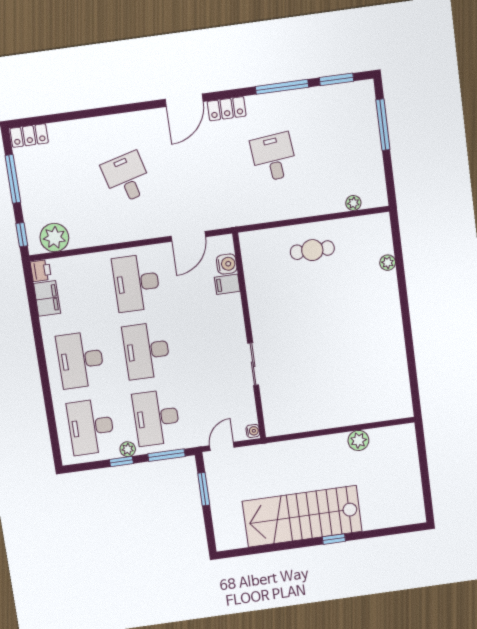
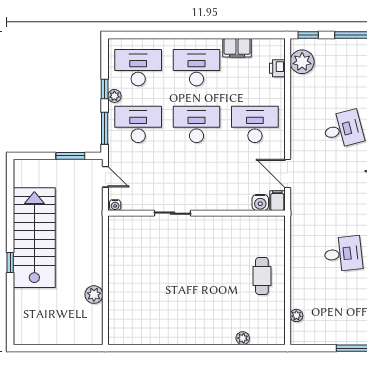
printer: (41, 271) -> (277, 68), moved, turned 90
filing cabinet: (227, 284) -> (277, 201), moved
filing cabinet: (47, 298) -> (237, 48), moved

